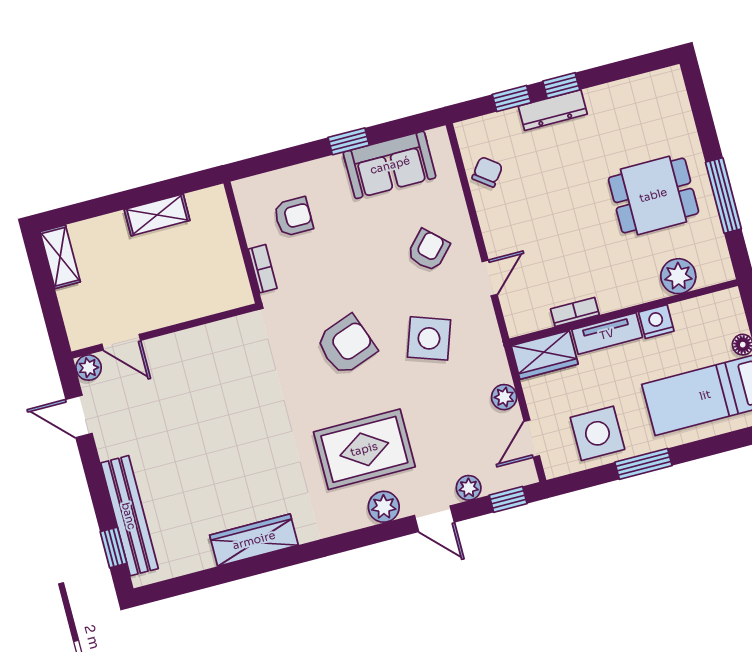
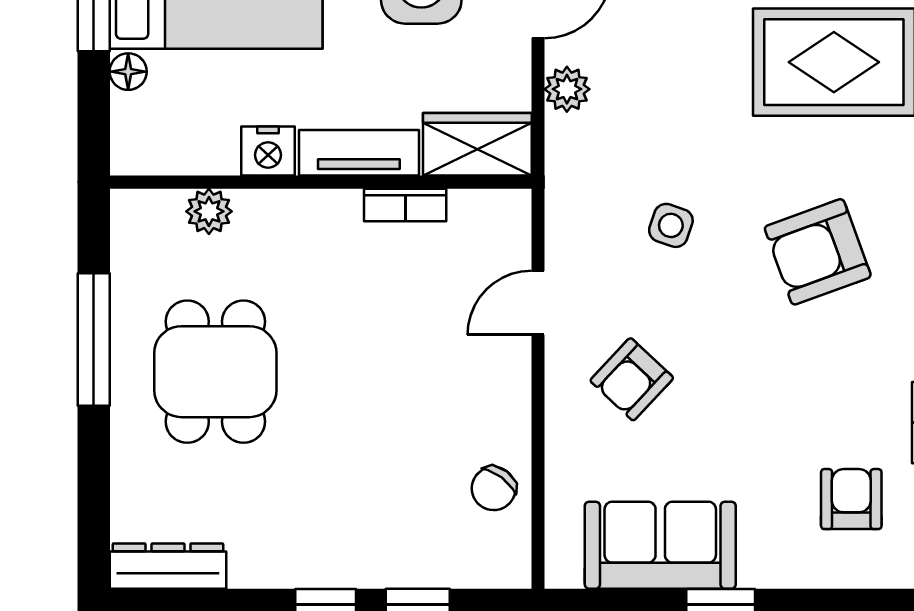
dresser: (553, 110) -> (168, 566), moved
dining table: (653, 195) -> (215, 372), turned 90
armchair: (293, 217) -> (851, 499), turned 90
plant: (678, 276) -> (209, 211), width x0.73, depth x0.73
side table: (429, 338) -> (671, 225), width x0.54, depth x0.54

